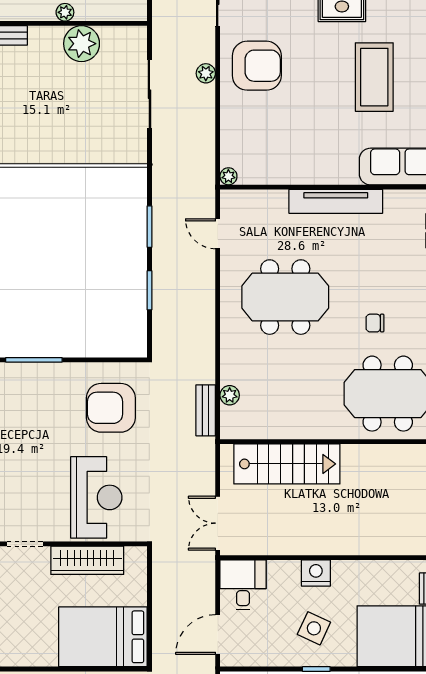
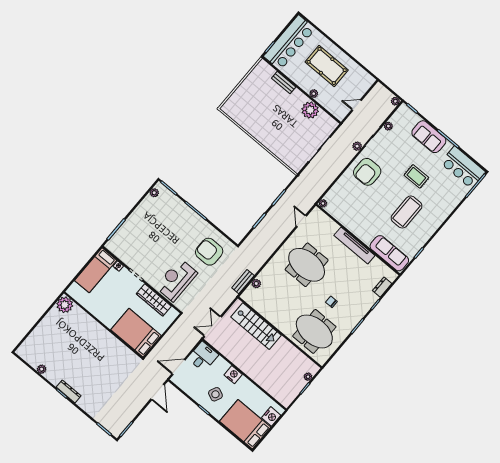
armchair: (257, 66) -> (367, 172), turned 90
plant: (206, 73) -> (357, 146), moved
reception desk: (96, 497) -> (176, 280), turned 180

